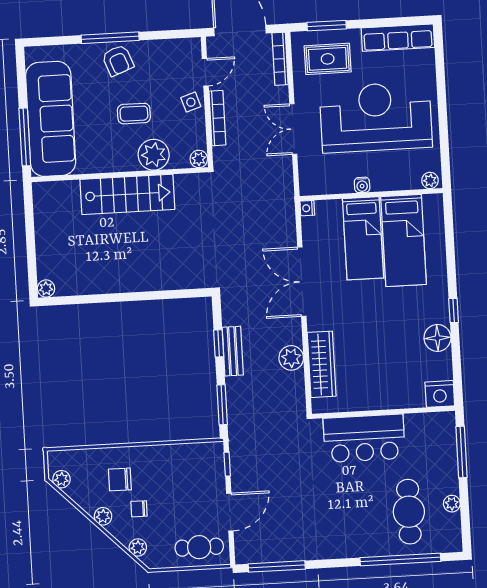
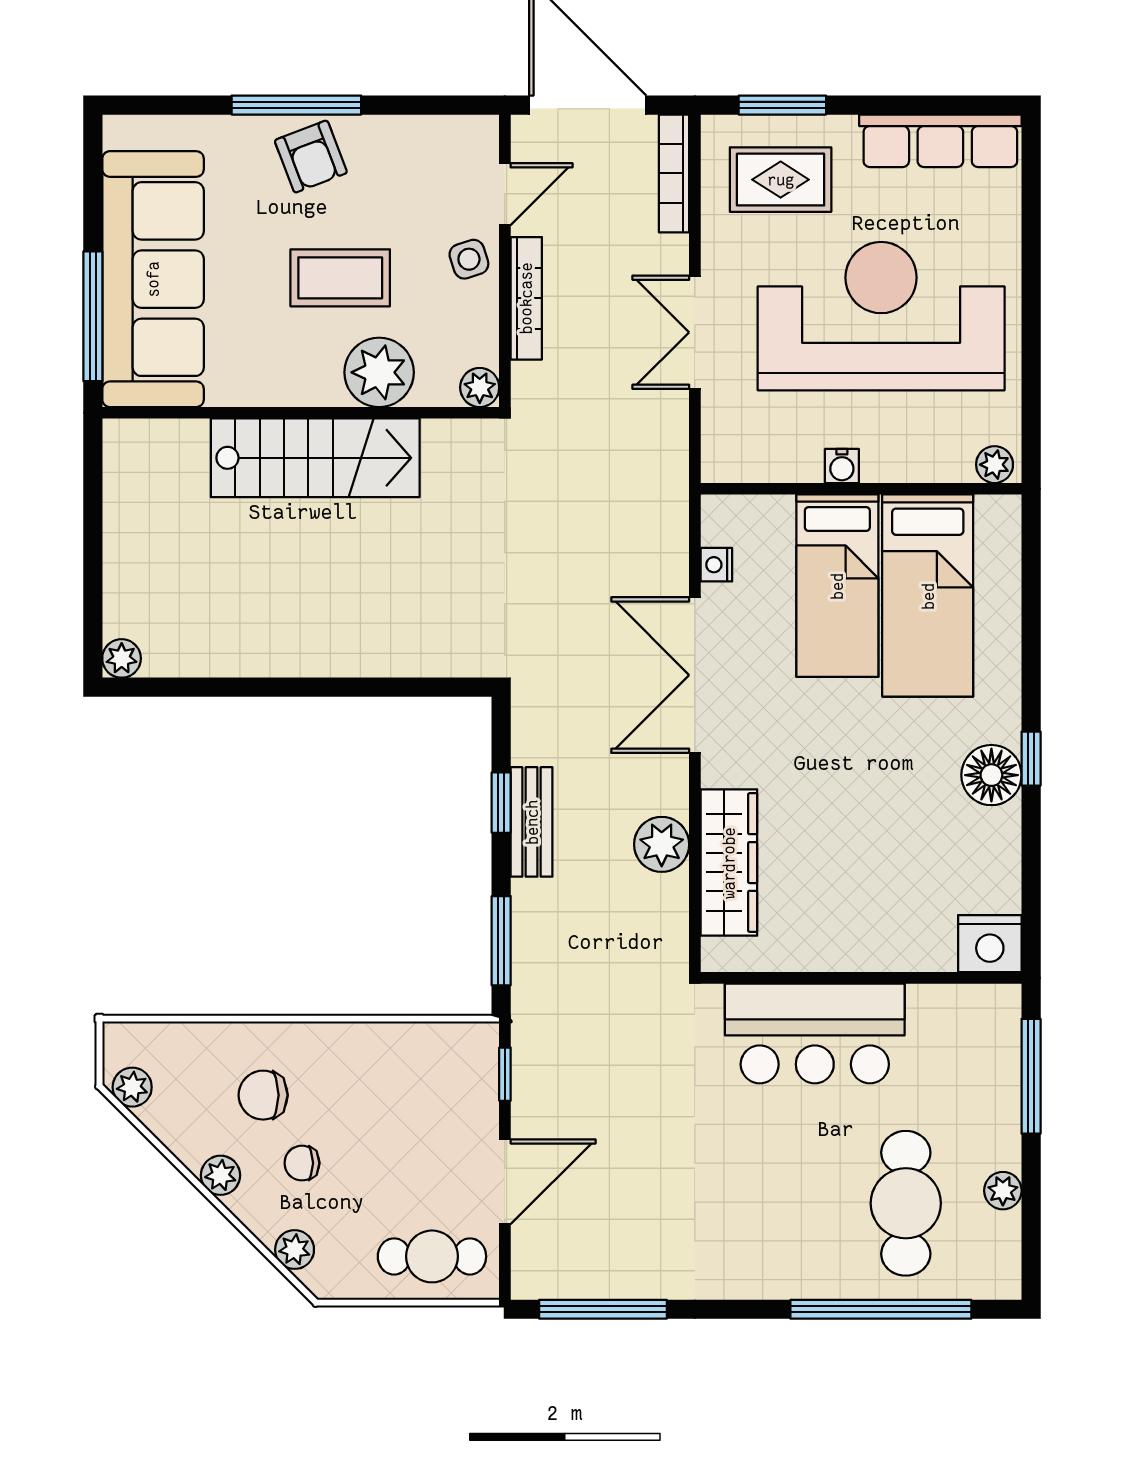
coffee table: (134, 114) -> (340, 278), width x1.36, depth x1.30
nightstand: (307, 208) -> (716, 565), moved
floor lamp: (437, 338) -> (991, 775), moved

